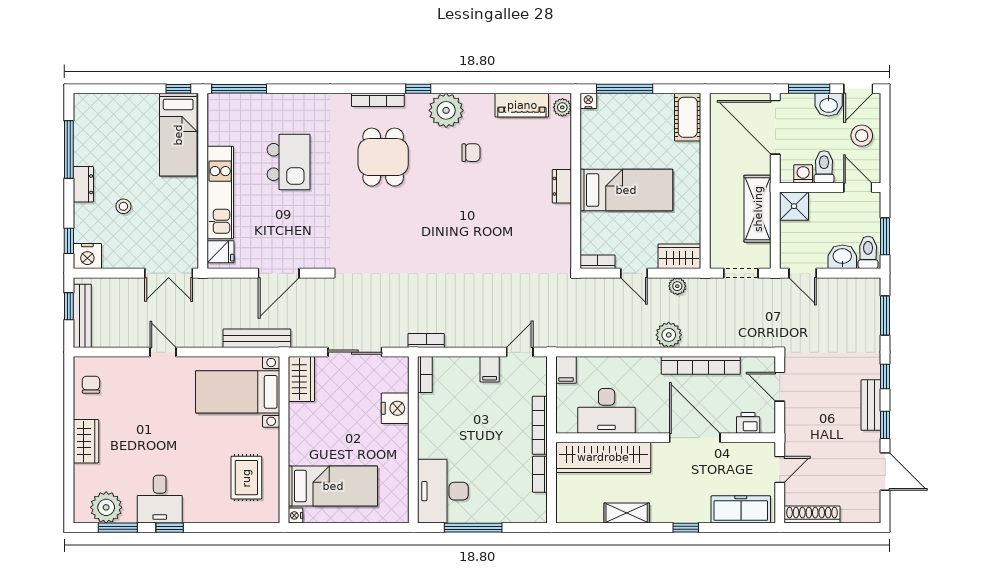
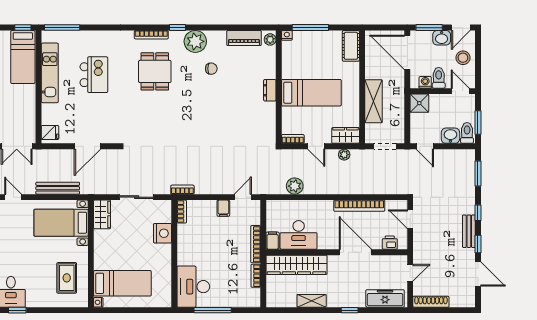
kitchen unit: (220, 192) -> (50, 73), moved
shelving: (758, 209) -> (374, 101), moved
plant: (669, 335) -> (295, 186), moved
bench: (257, 338) -> (58, 188), moved
filing cabinet: (566, 370) -> (273, 241), moved, turned 180

